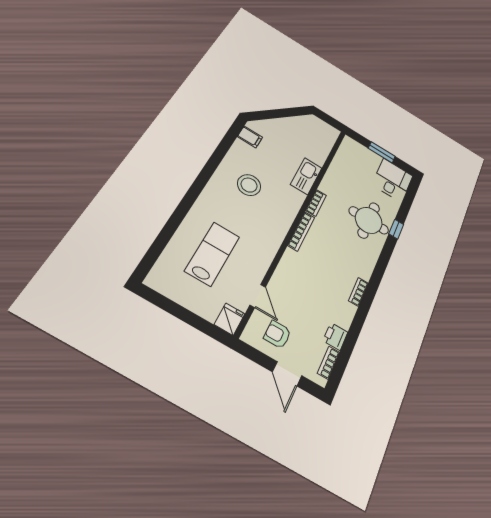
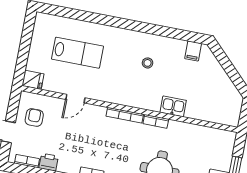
kitchen sink: (306, 176) -> (173, 106), width x0.73
stool: (249, 185) -> (148, 63), width x0.53, depth x0.53
door: (258, 296) -> (75, 99), moved

